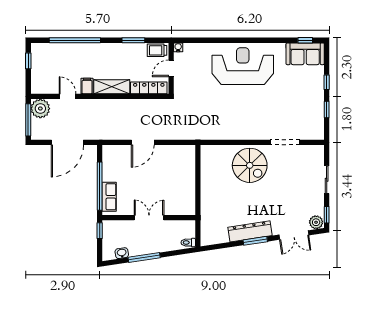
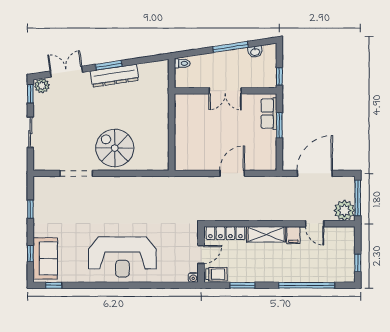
sofa: (305, 54) -> (45, 258), moved, turned 90
window: (327, 82) -> (30, 254), moved
window: (100, 186) -> (279, 125), width x0.47

